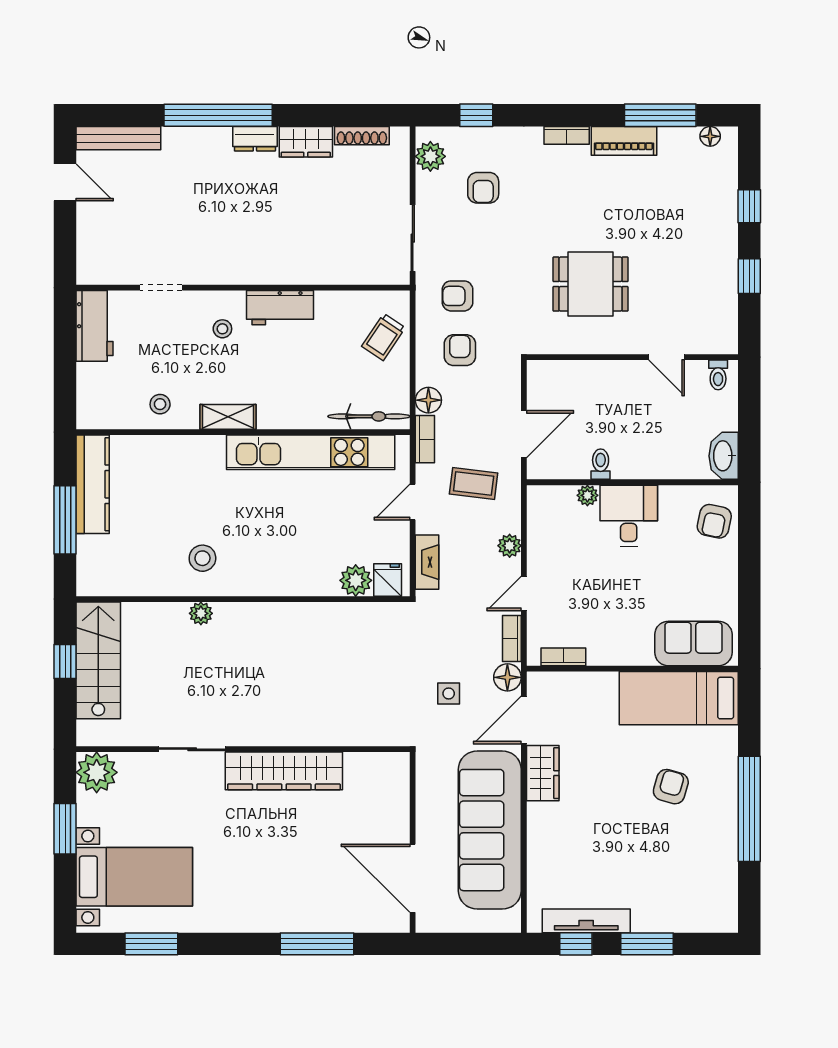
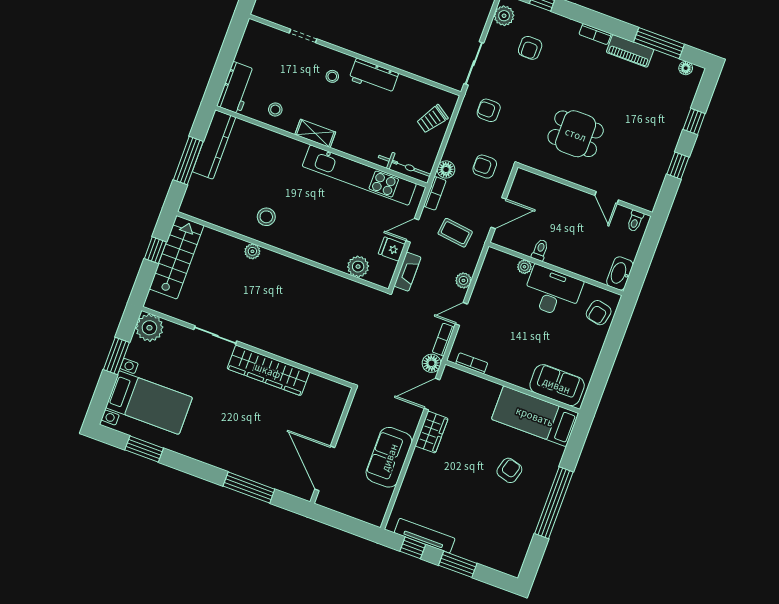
workbench: (95, 326) -> (236, 88), moved
armchair: (460, 350) -> (485, 167), moved, turned -90
desk: (629, 516) -> (553, 292), width x1.37
fridge: (388, 580) -> (392, 249), moved, turned -90
side table: (449, 694) -> (391, 360), removed
sofa: (490, 830) -> (389, 457), width x0.54, depth x0.79

